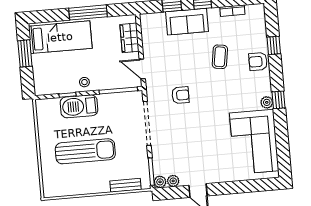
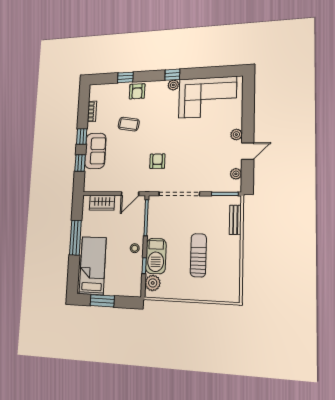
plant: (51, 106) -> (153, 283), added
sun lounger: (85, 151) -> (198, 255), width x0.73, depth x0.75
plant: (160, 182) -> (236, 135), moved

